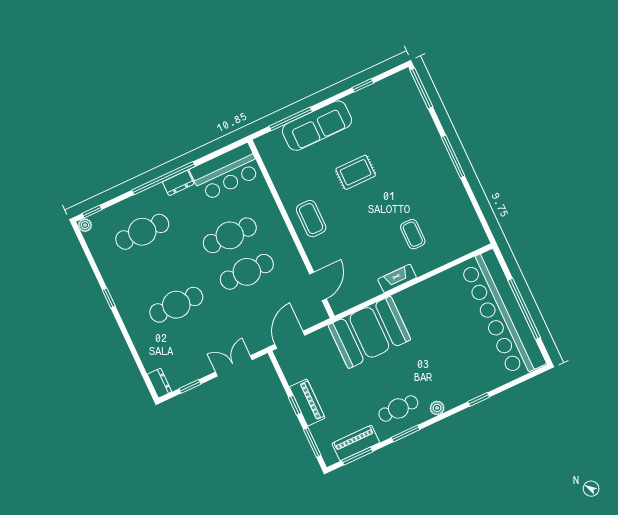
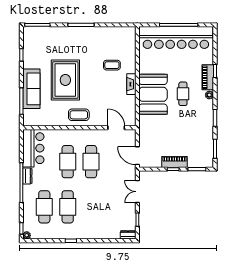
rug: (356, 172) -> (65, 80), width x1.86, depth x2.06
cafe table: (176, 305) -> (68, 207), moved
booth: (369, 332) -> (153, 94), moved
cafe table: (398, 408) -> (183, 94), moved
piano: (356, 443) -> (208, 77), moved

